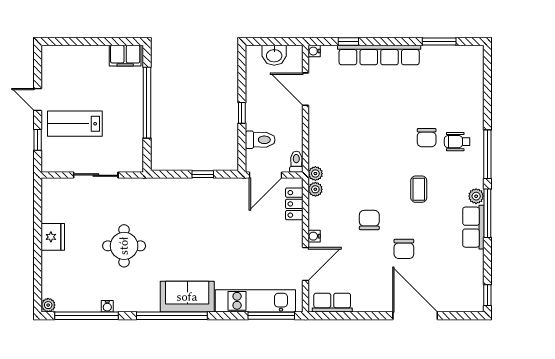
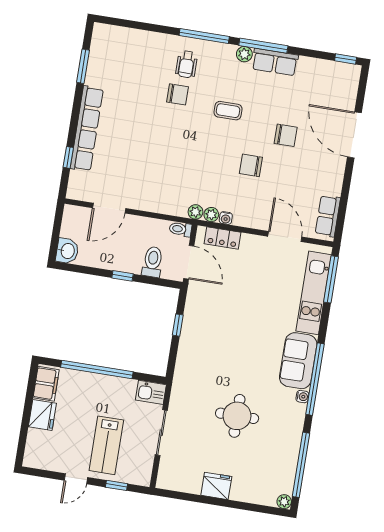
water cooler: (314, 51) -> (72, 193), removed
washbasin: (274, 55) -> (67, 251), moved
fridge: (94, 57) -> (42, 415), added
kitchen sink: (133, 159) -> (151, 392), added
water cooler: (314, 236) -> (226, 218), moved
water cooler: (107, 306) -> (302, 397), moved
door: (415, 316) -> (354, 135), hinge flipped

